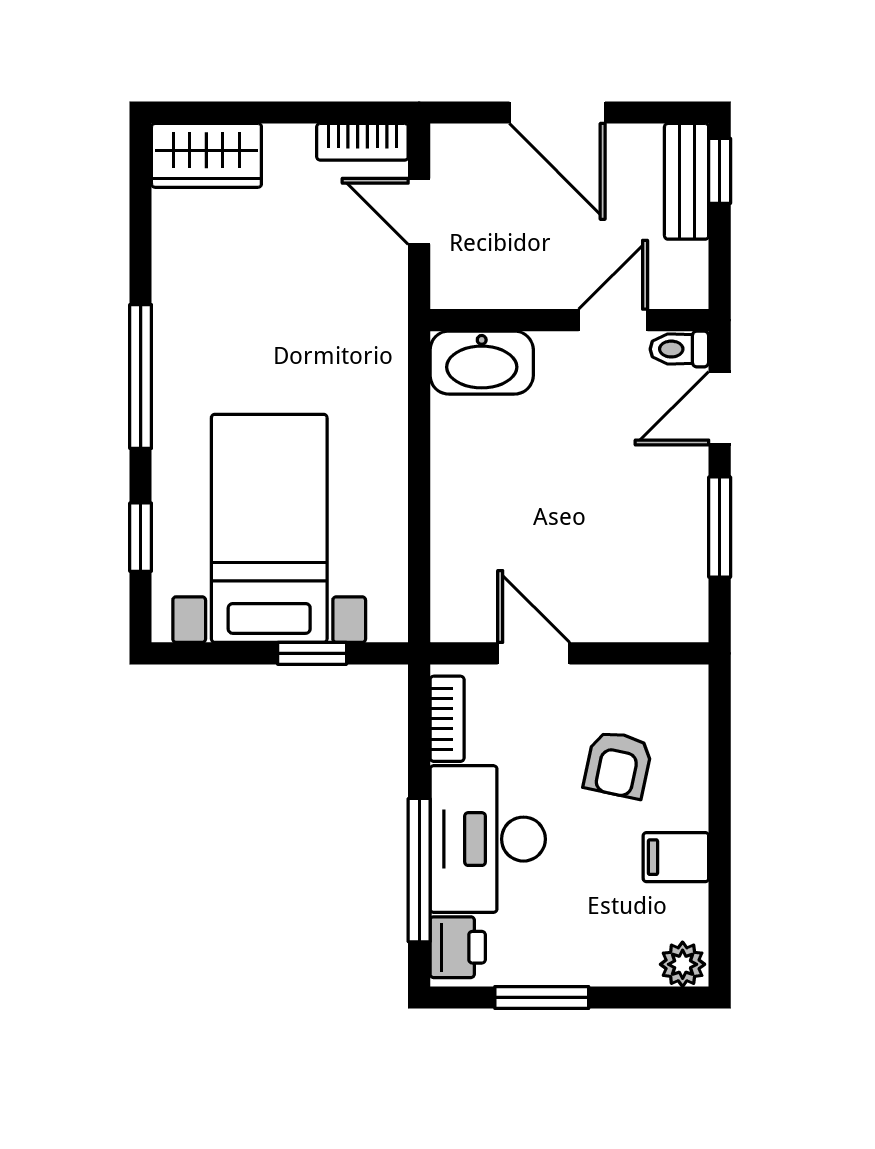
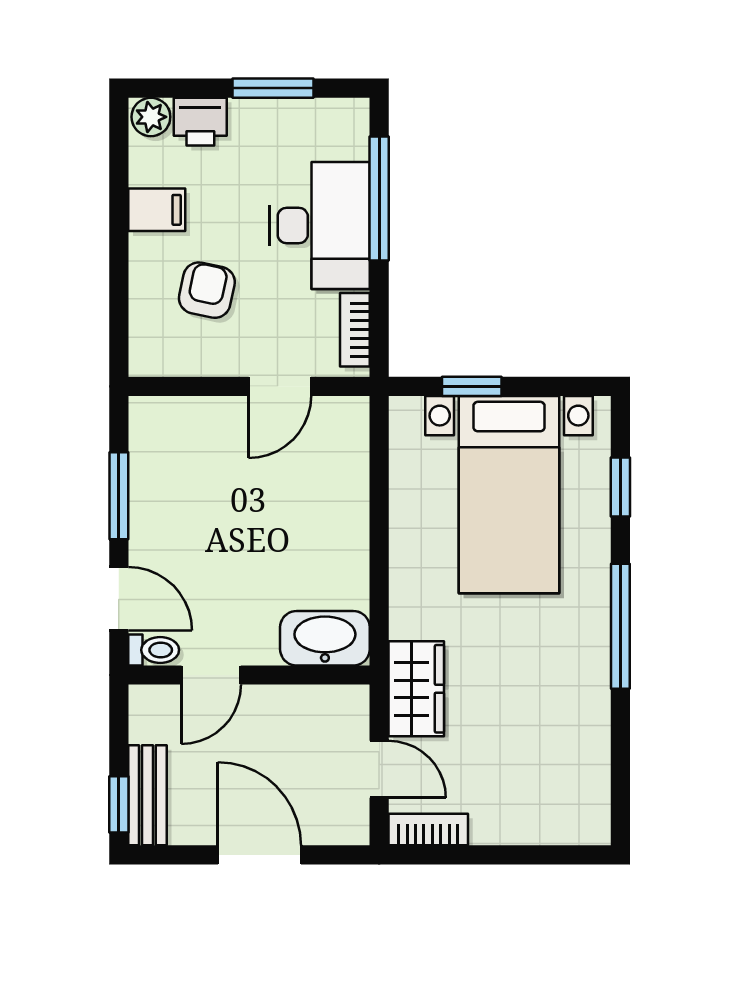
wardrobe: (206, 155) -> (416, 689), moved, turned 90
door: (720, 408) -> (119, 599), hinge flipped
door: (534, 653) -> (280, 386), hinge flipped
printer: (458, 947) -> (200, 122), moved, turned -90

